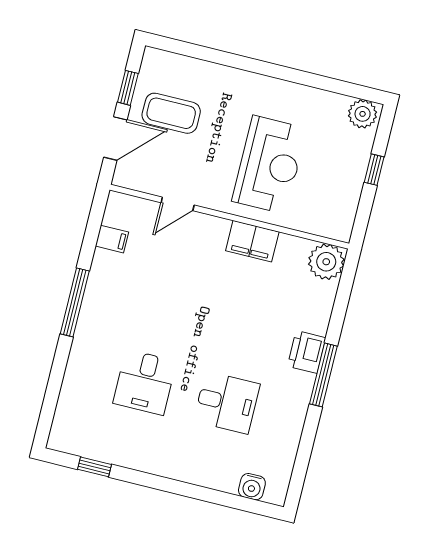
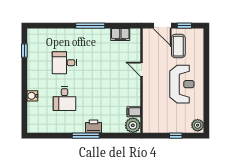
reception desk: (269, 165) -> (182, 84), moved, turned -90
door: (178, 204) -> (142, 69), moved
filing cabinet: (112, 239) -> (120, 34), width x2.00
filing cabinet: (252, 241) -> (134, 112), moved, width x0.50
water cooler: (252, 487) -> (32, 96), moved

